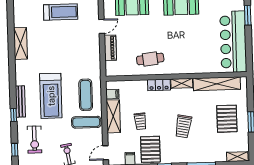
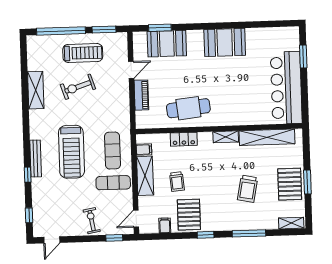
cafe table: (150, 59) -> (188, 108), width x1.37, depth x1.35
locker: (159, 85) -> (184, 139), moved
pallet: (227, 119) -> (290, 184), moved
trolley: (183, 126) -> (248, 189), moved
exercise bike: (34, 140) -> (78, 87), moved, turned 72

